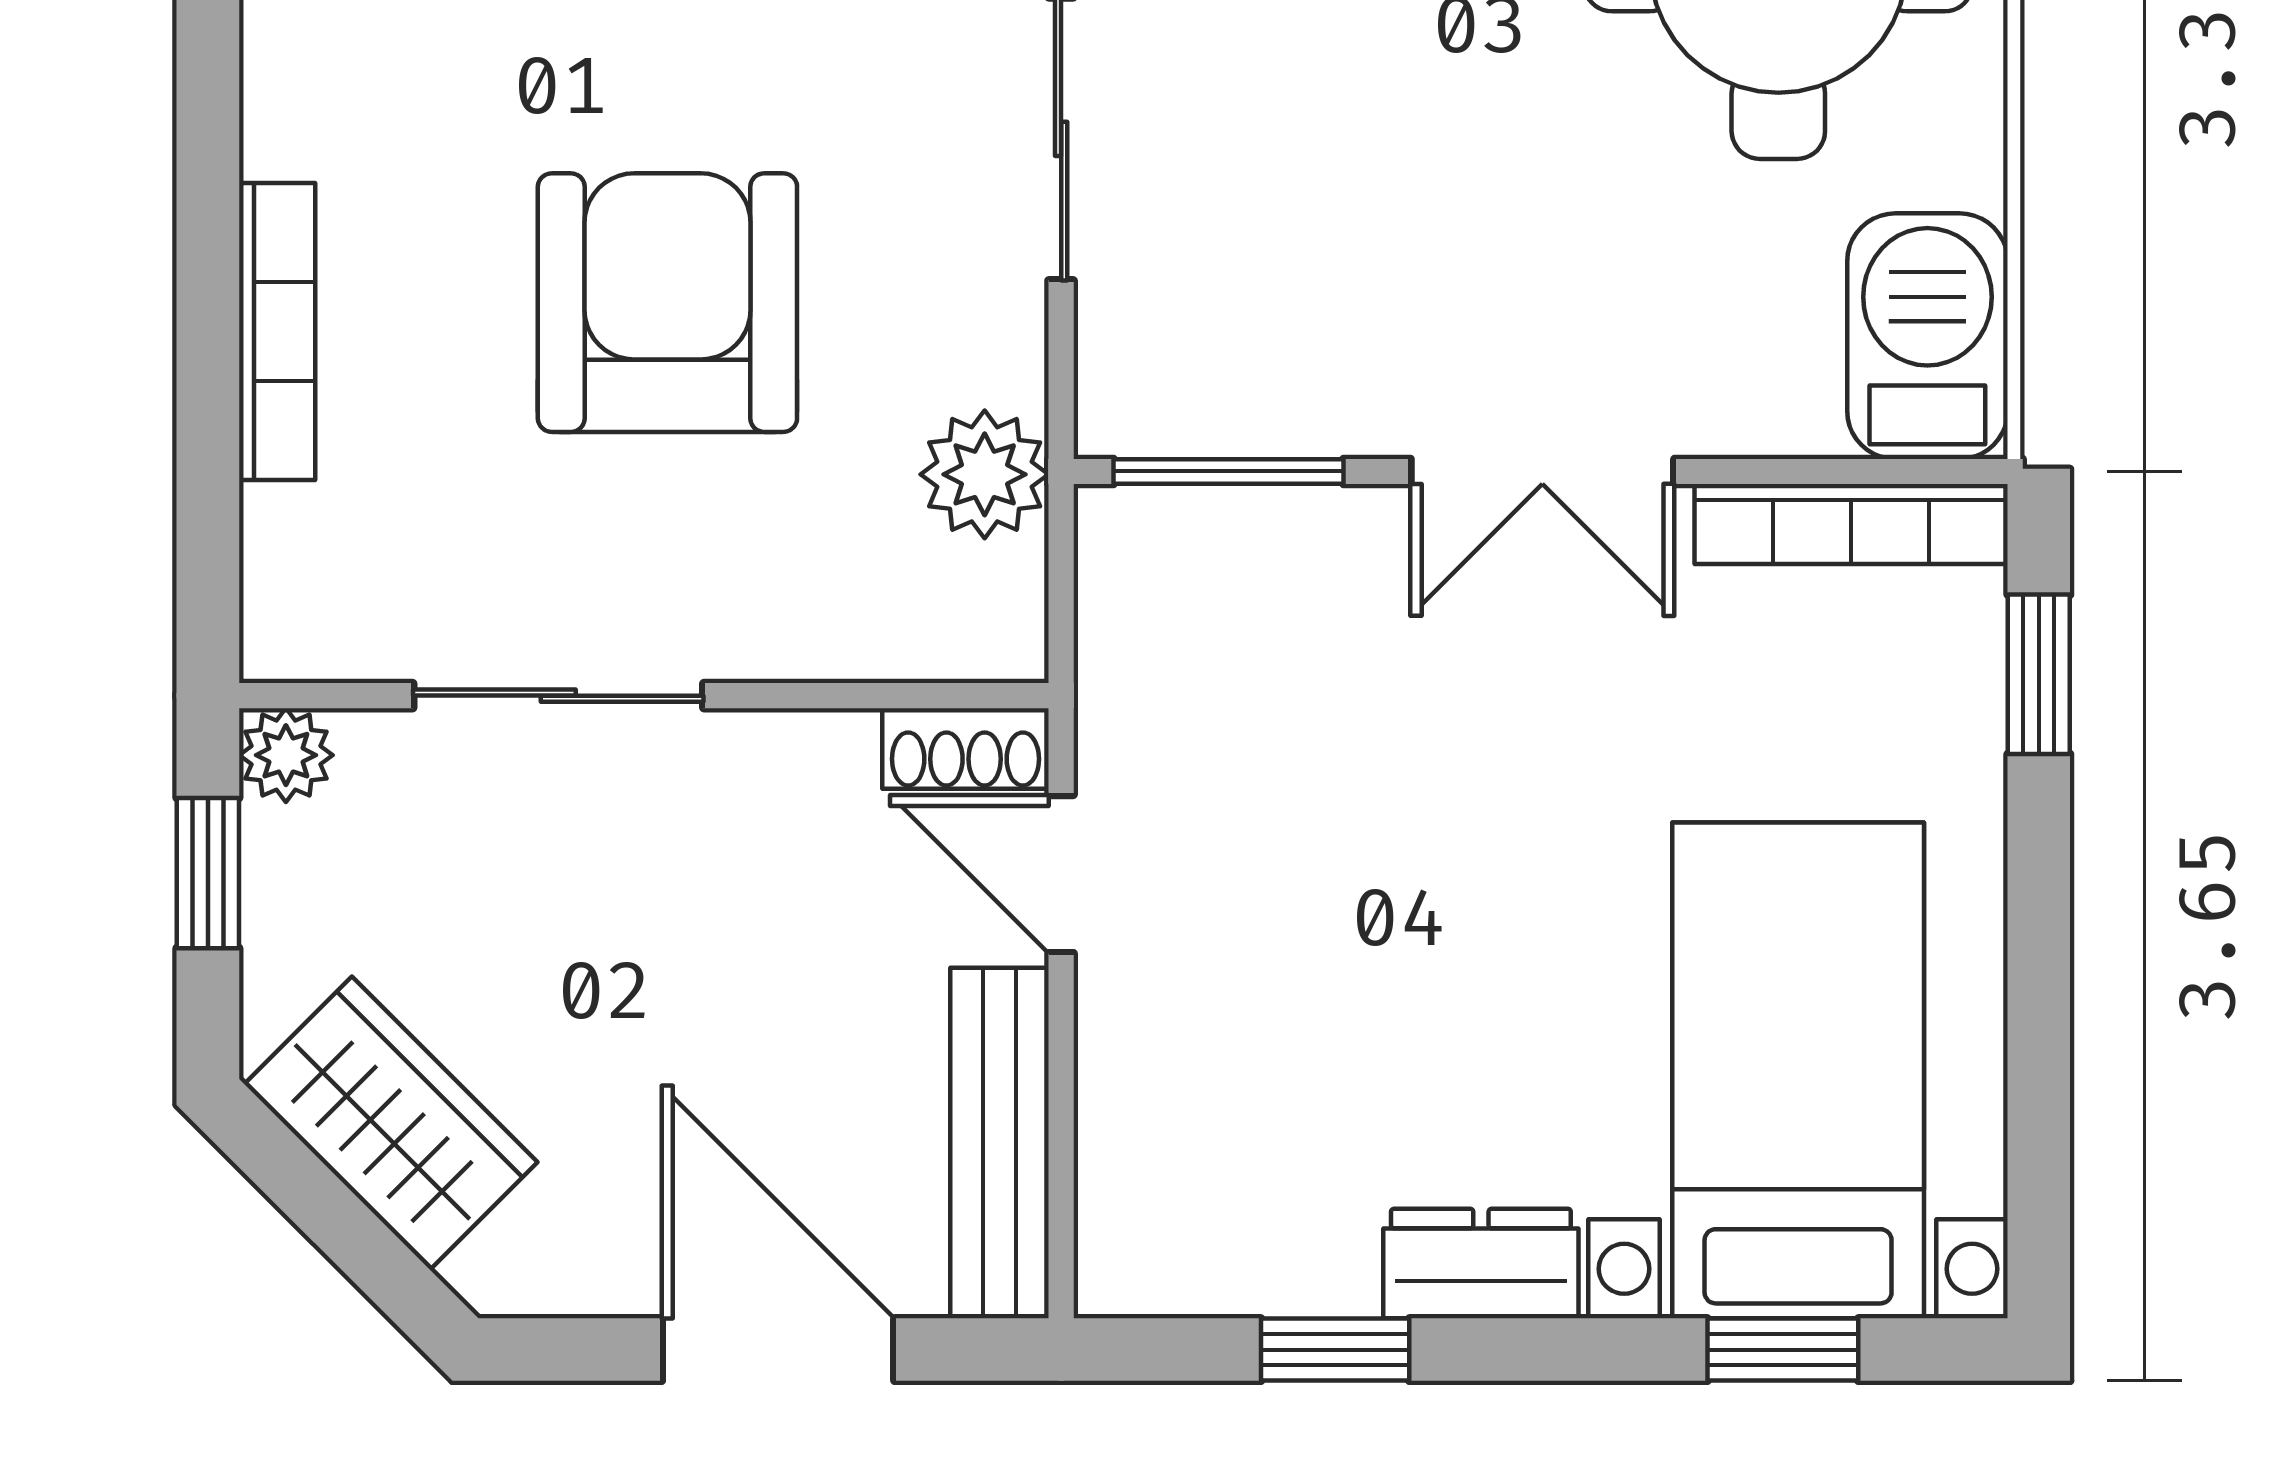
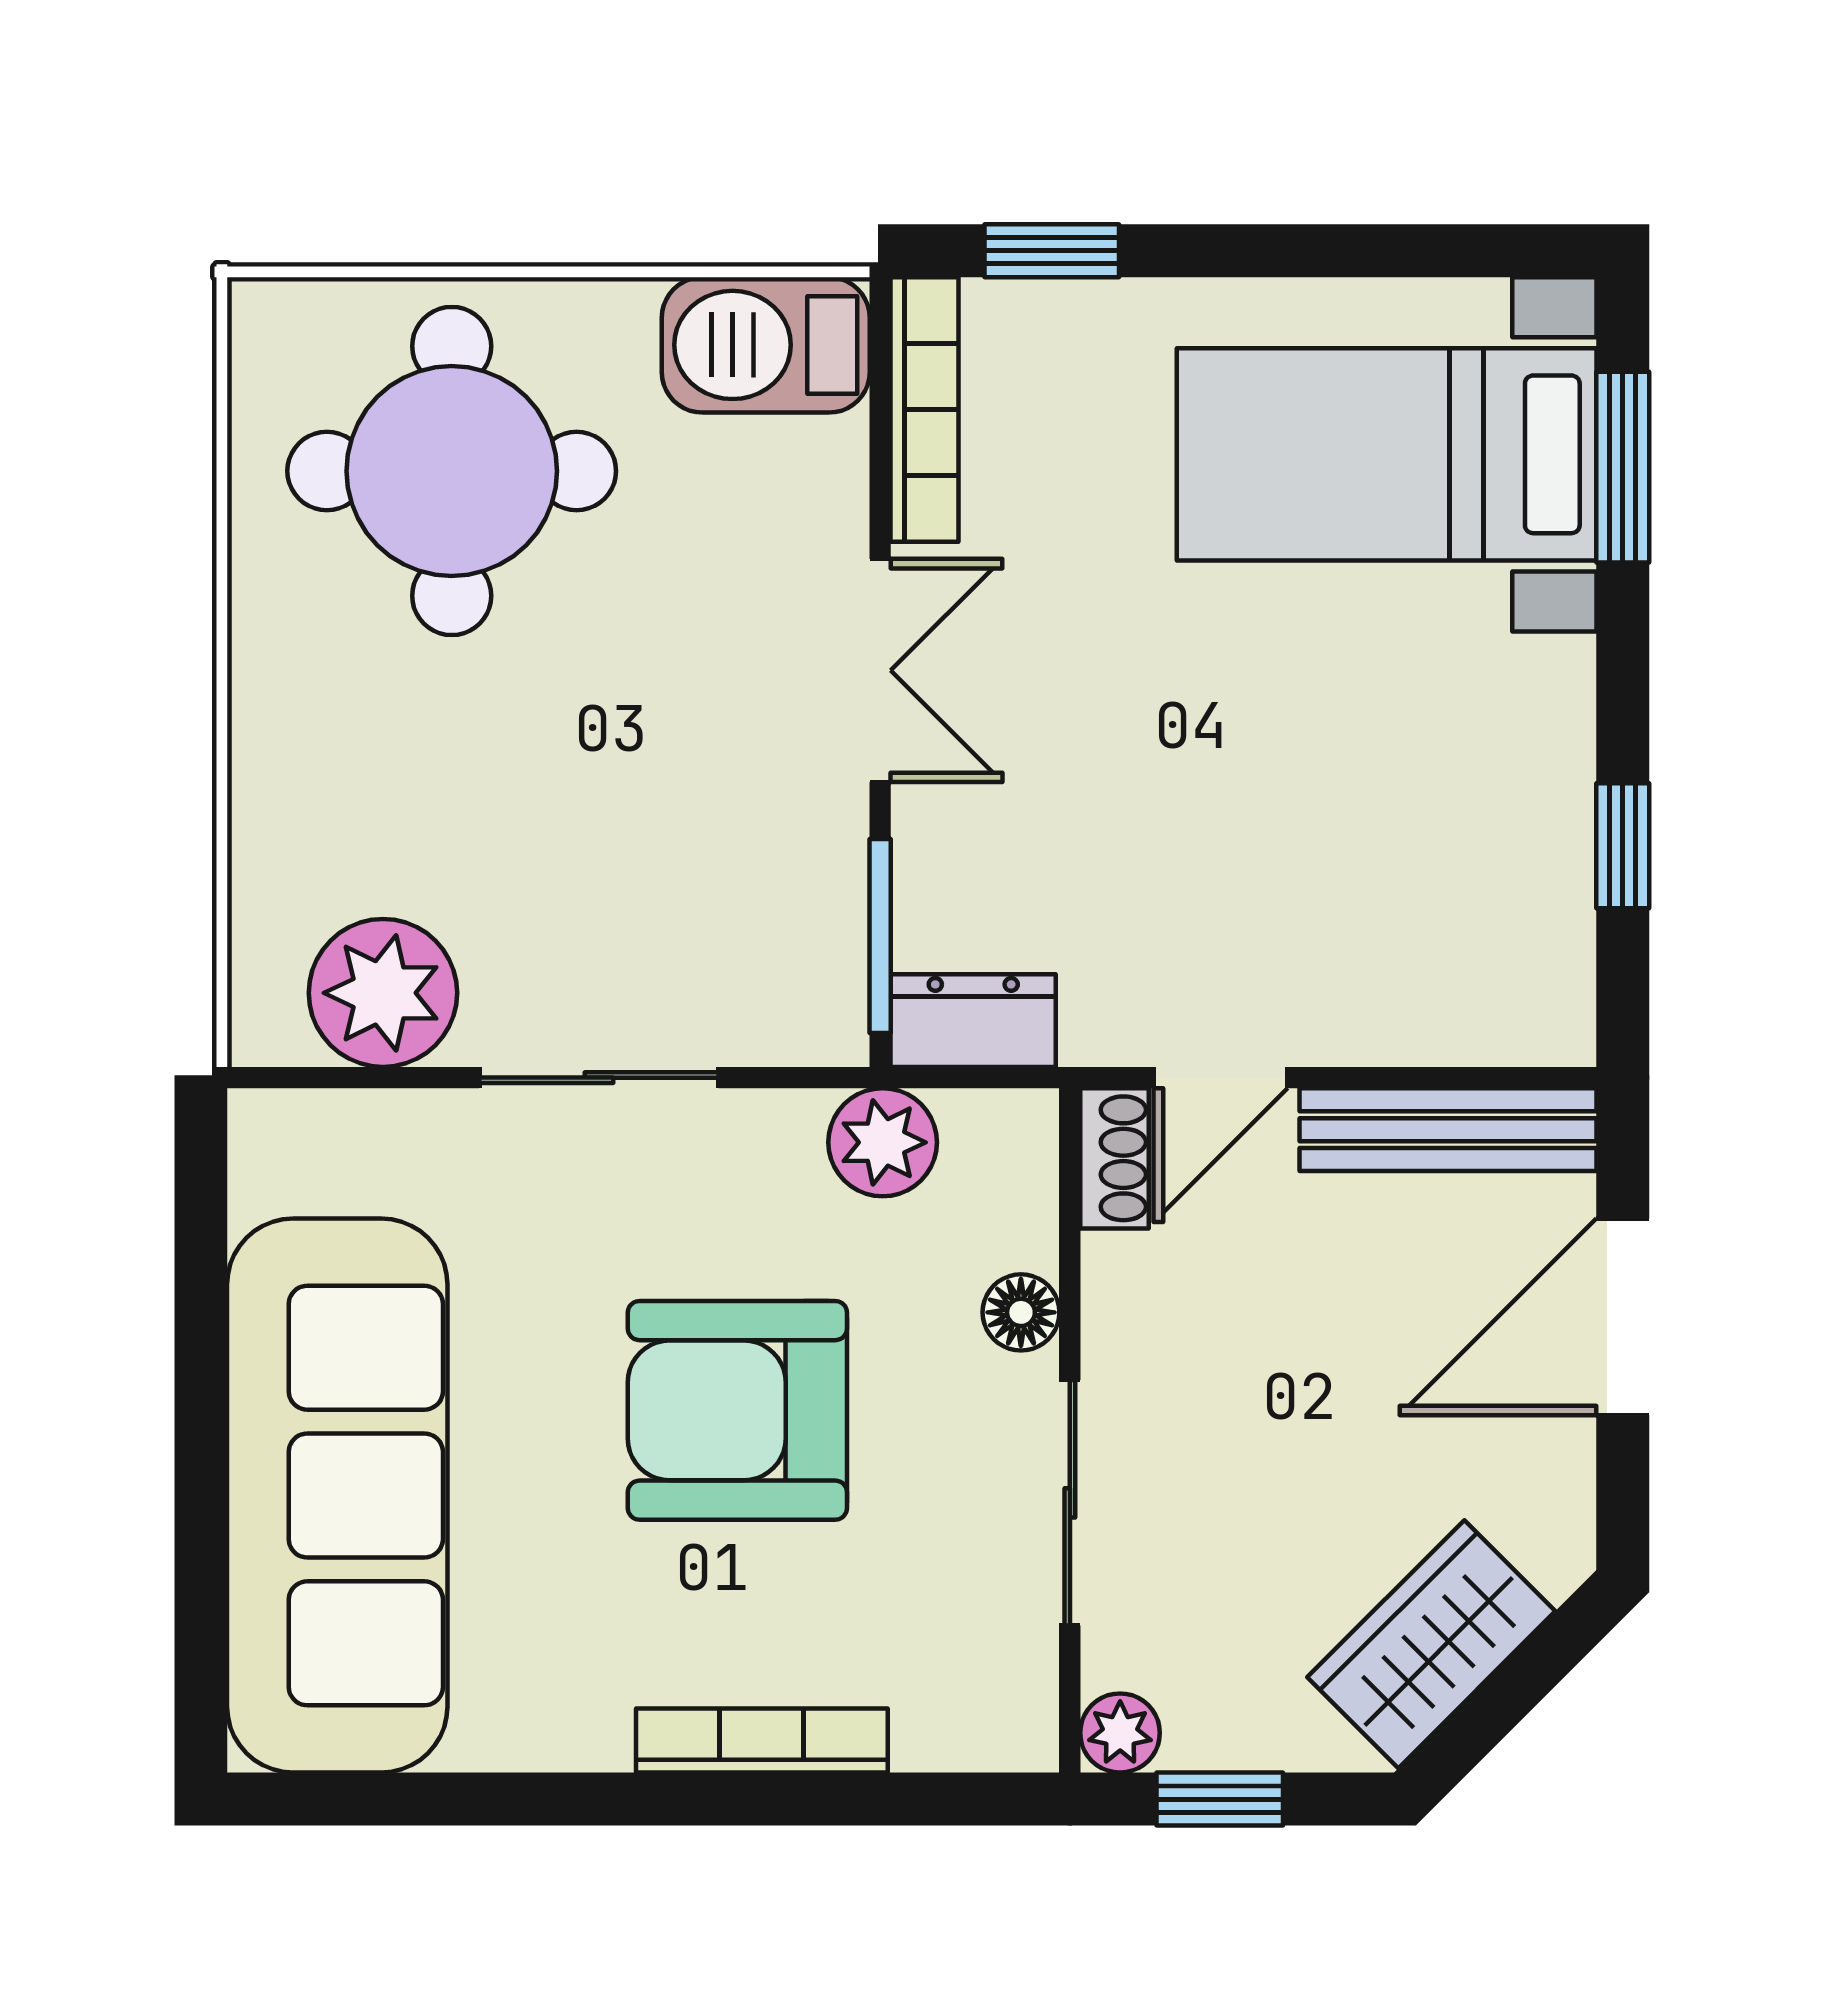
floor lamp: (783, 638) -> (1021, 1312), added
dresser: (1481, 1264) -> (973, 1021), moved, turned 90
window: (1783, 1350) -> (1623, 467), width x1.50

